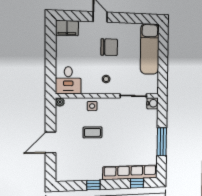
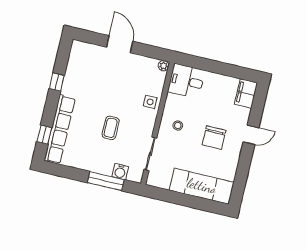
water cooler: (152, 103) -> (120, 172), moved
coffee table: (92, 132) -> (111, 128), moved
window: (162, 142) -> (106, 181), moved

